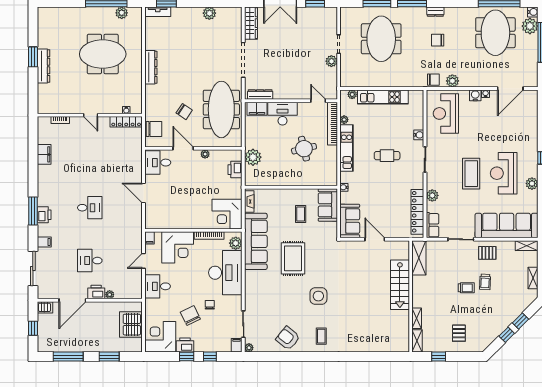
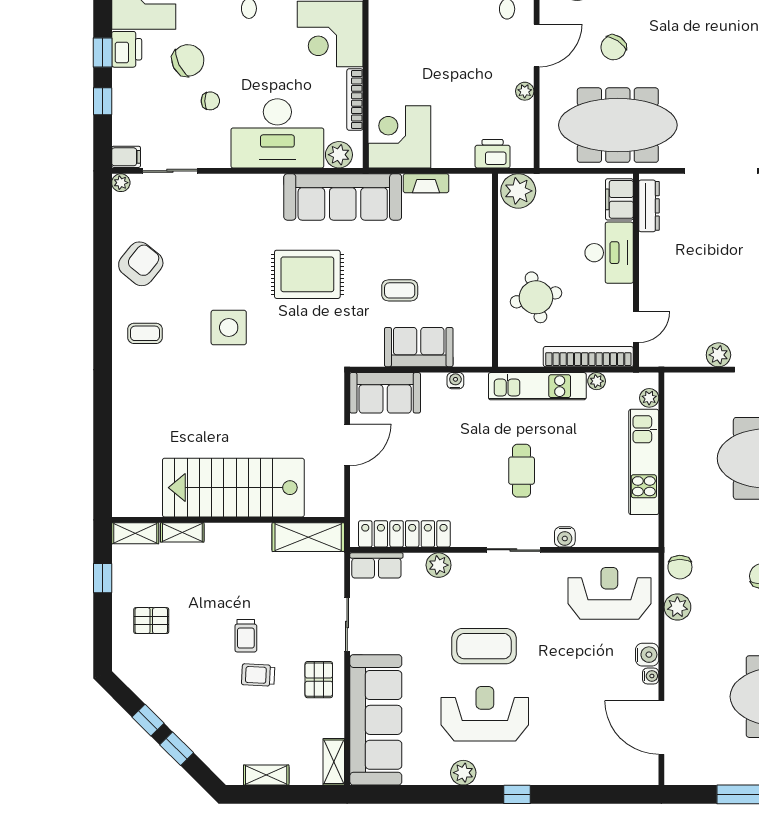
wall: (291, 187) -> (495, 270), moved
stairs: (400, 285) -> (233, 488), width x1.36, depth x1.51

